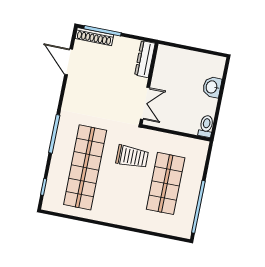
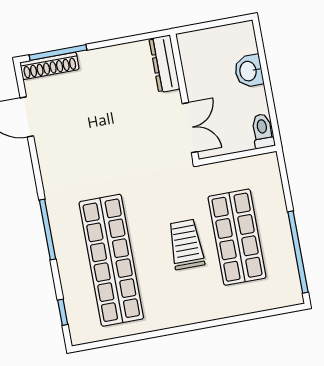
dresser: (145, 59) -> (164, 64), moved
wall: (149, 84) -> (184, 97), moved
double door: (145, 103) -> (190, 128), moved
trolley: (132, 157) -> (186, 244), moved, turned -90

